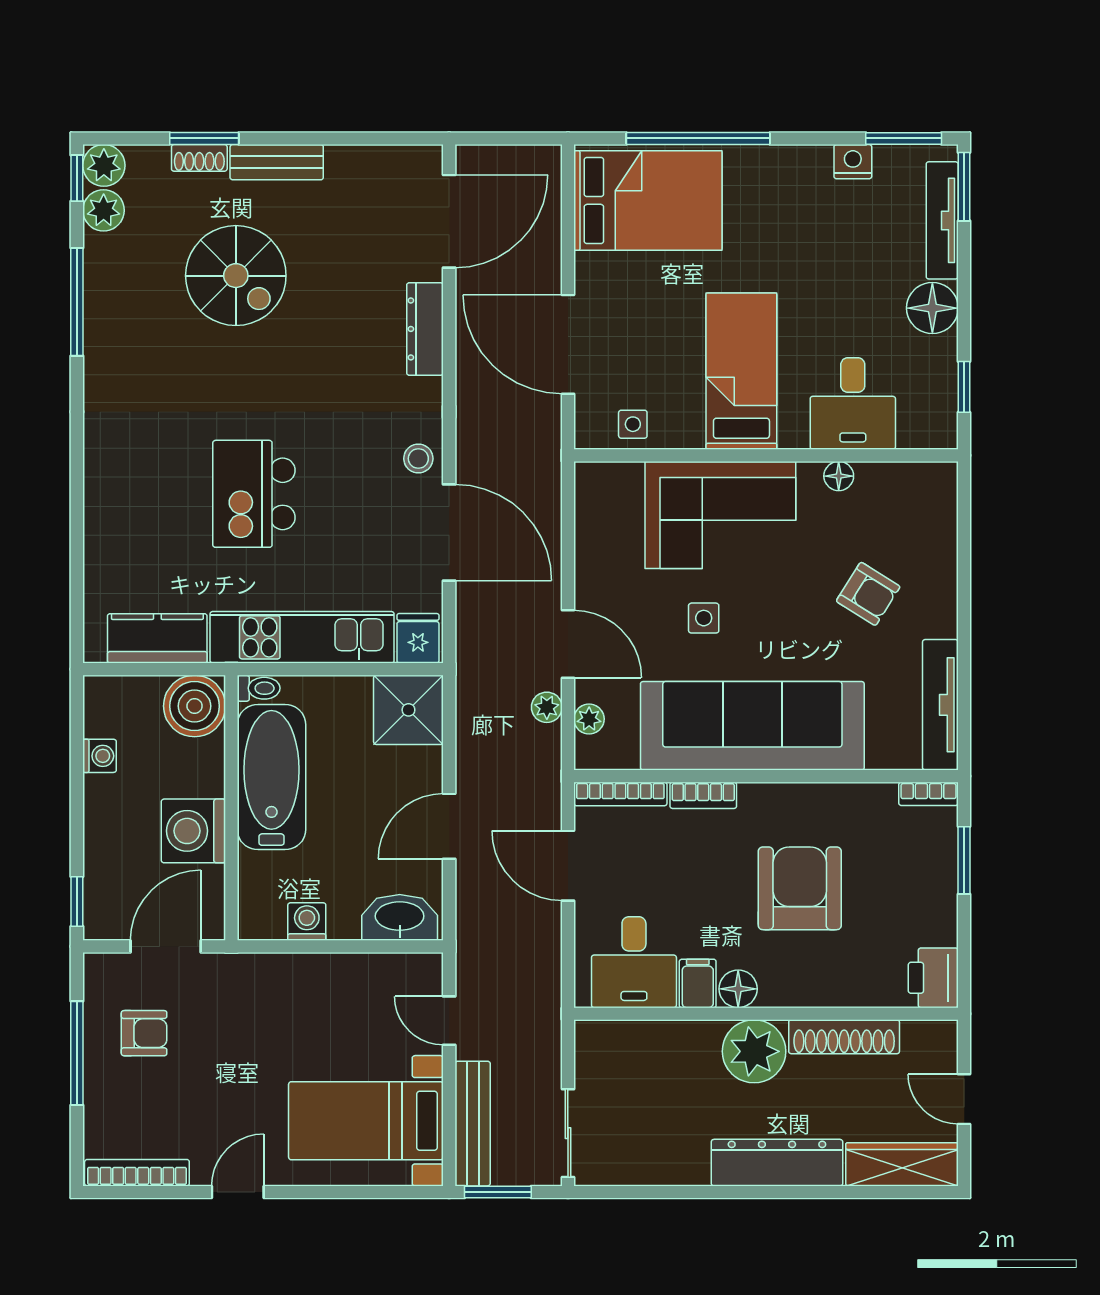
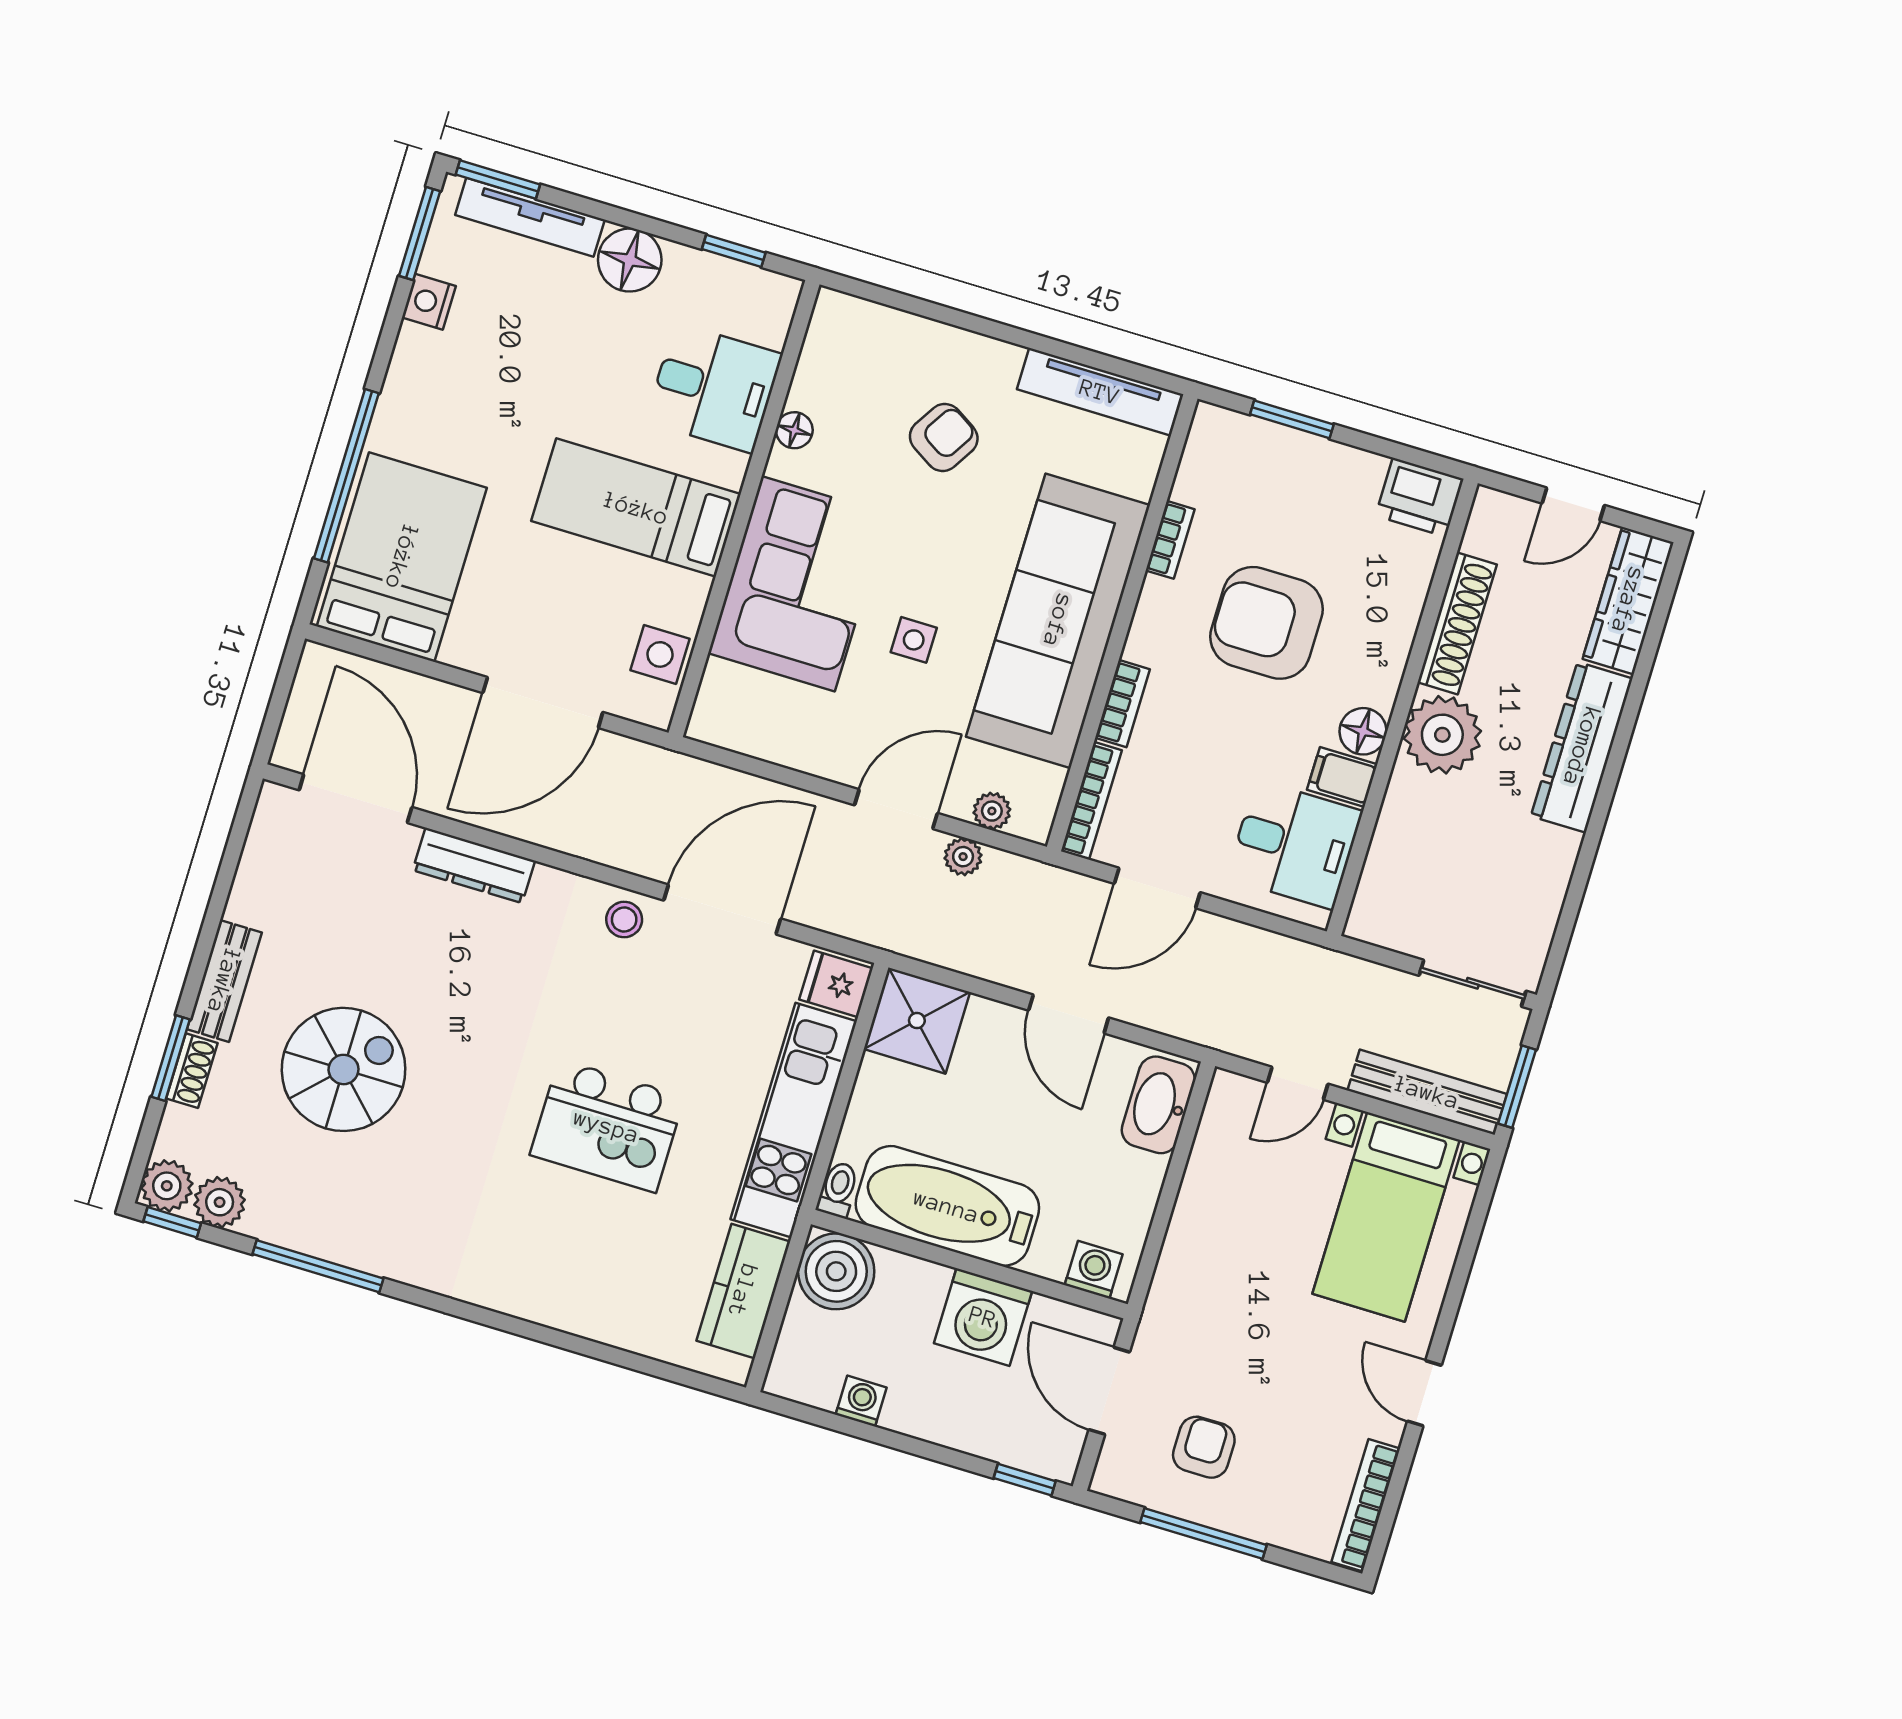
side table: (633, 424) -> (660, 654), width x1.37, depth x1.37
bookcase: (928, 794) -> (1170, 540), moved
washing machine: (307, 922) -> (1094, 1270), moved, turned 90

